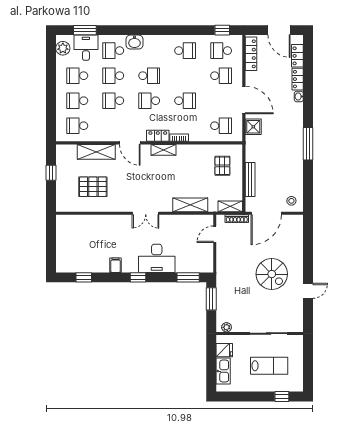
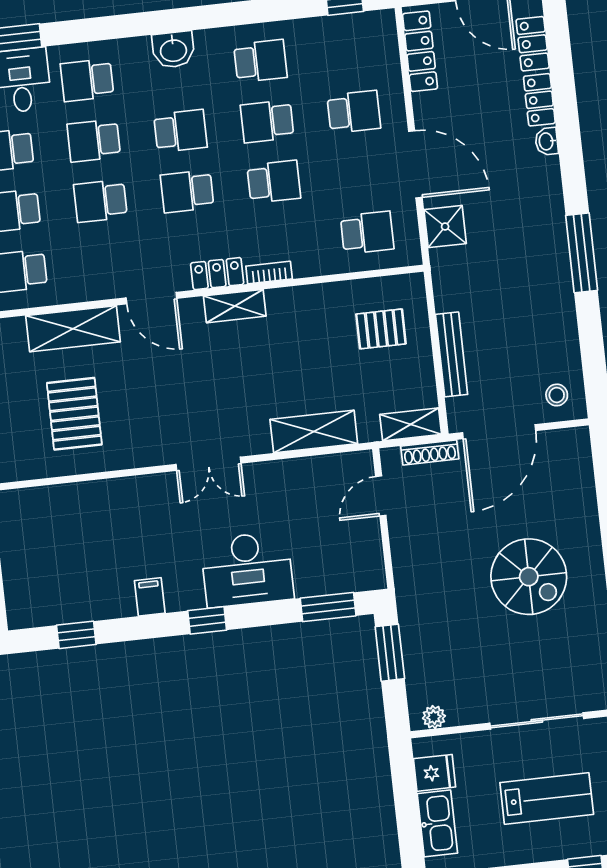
washbasin: (134, 42) -> (173, 50), moved
school desk: (221, 51) -> (267, 121), moved
pallet: (222, 166) -> (381, 329), turned 90
pallet: (93, 187) -> (74, 414), turned 90

